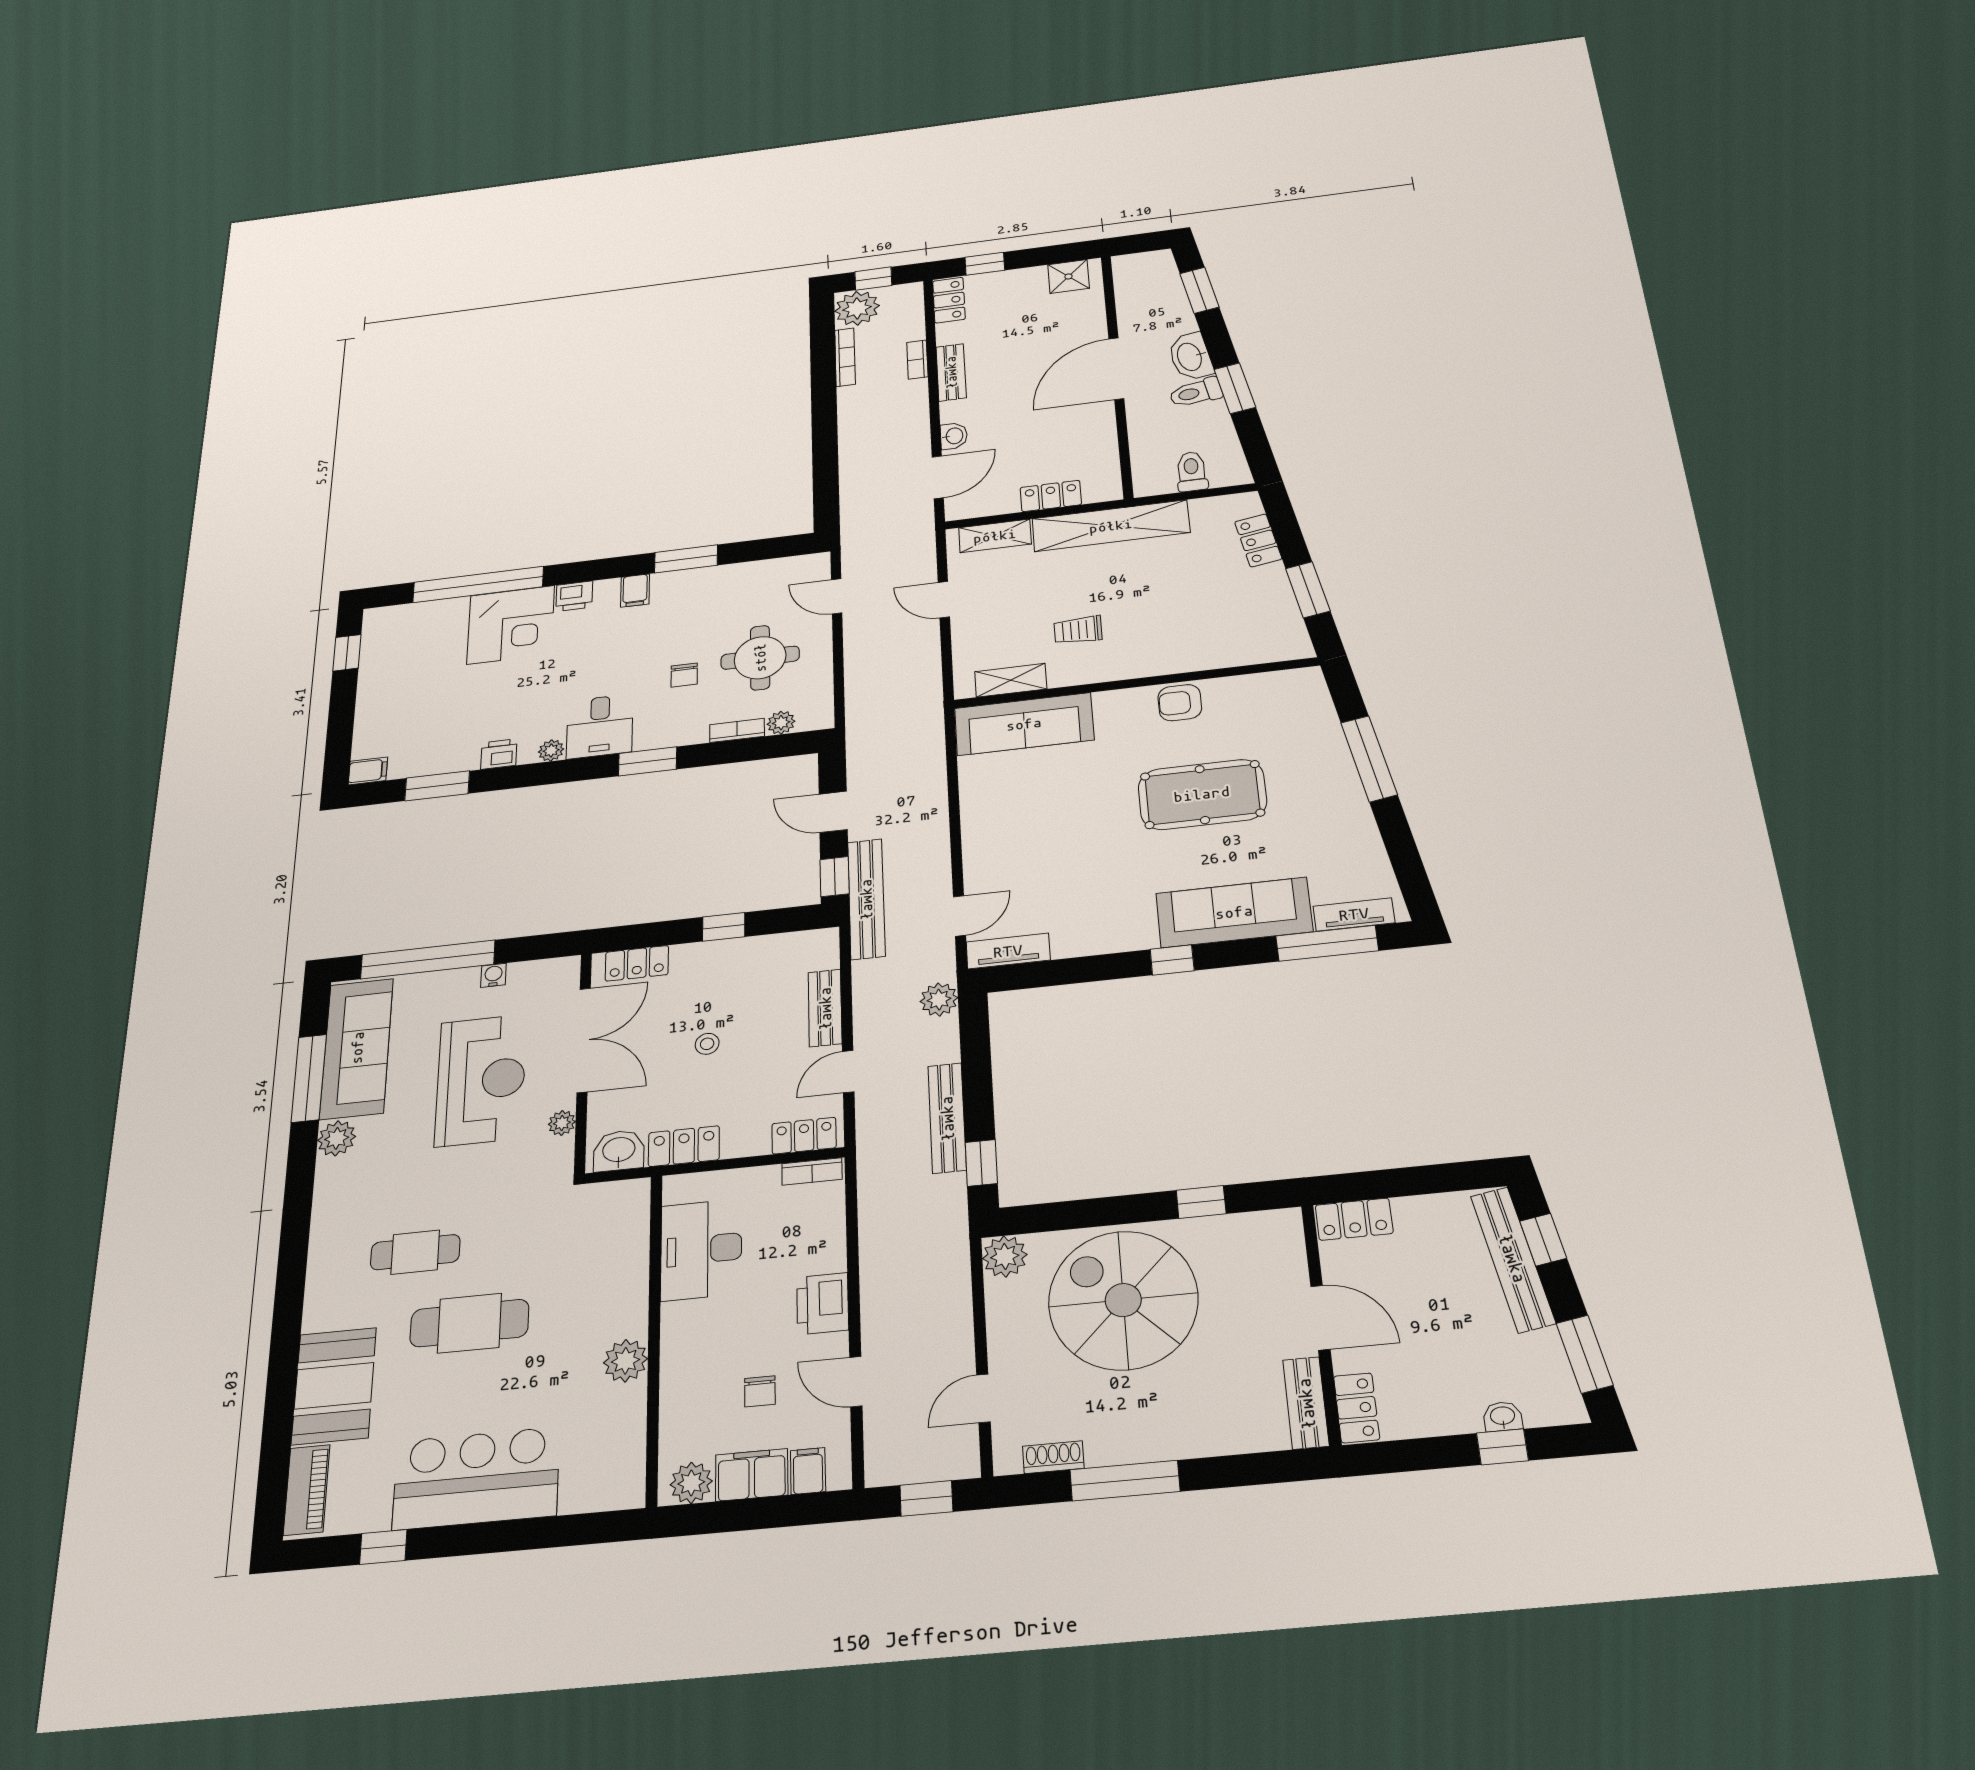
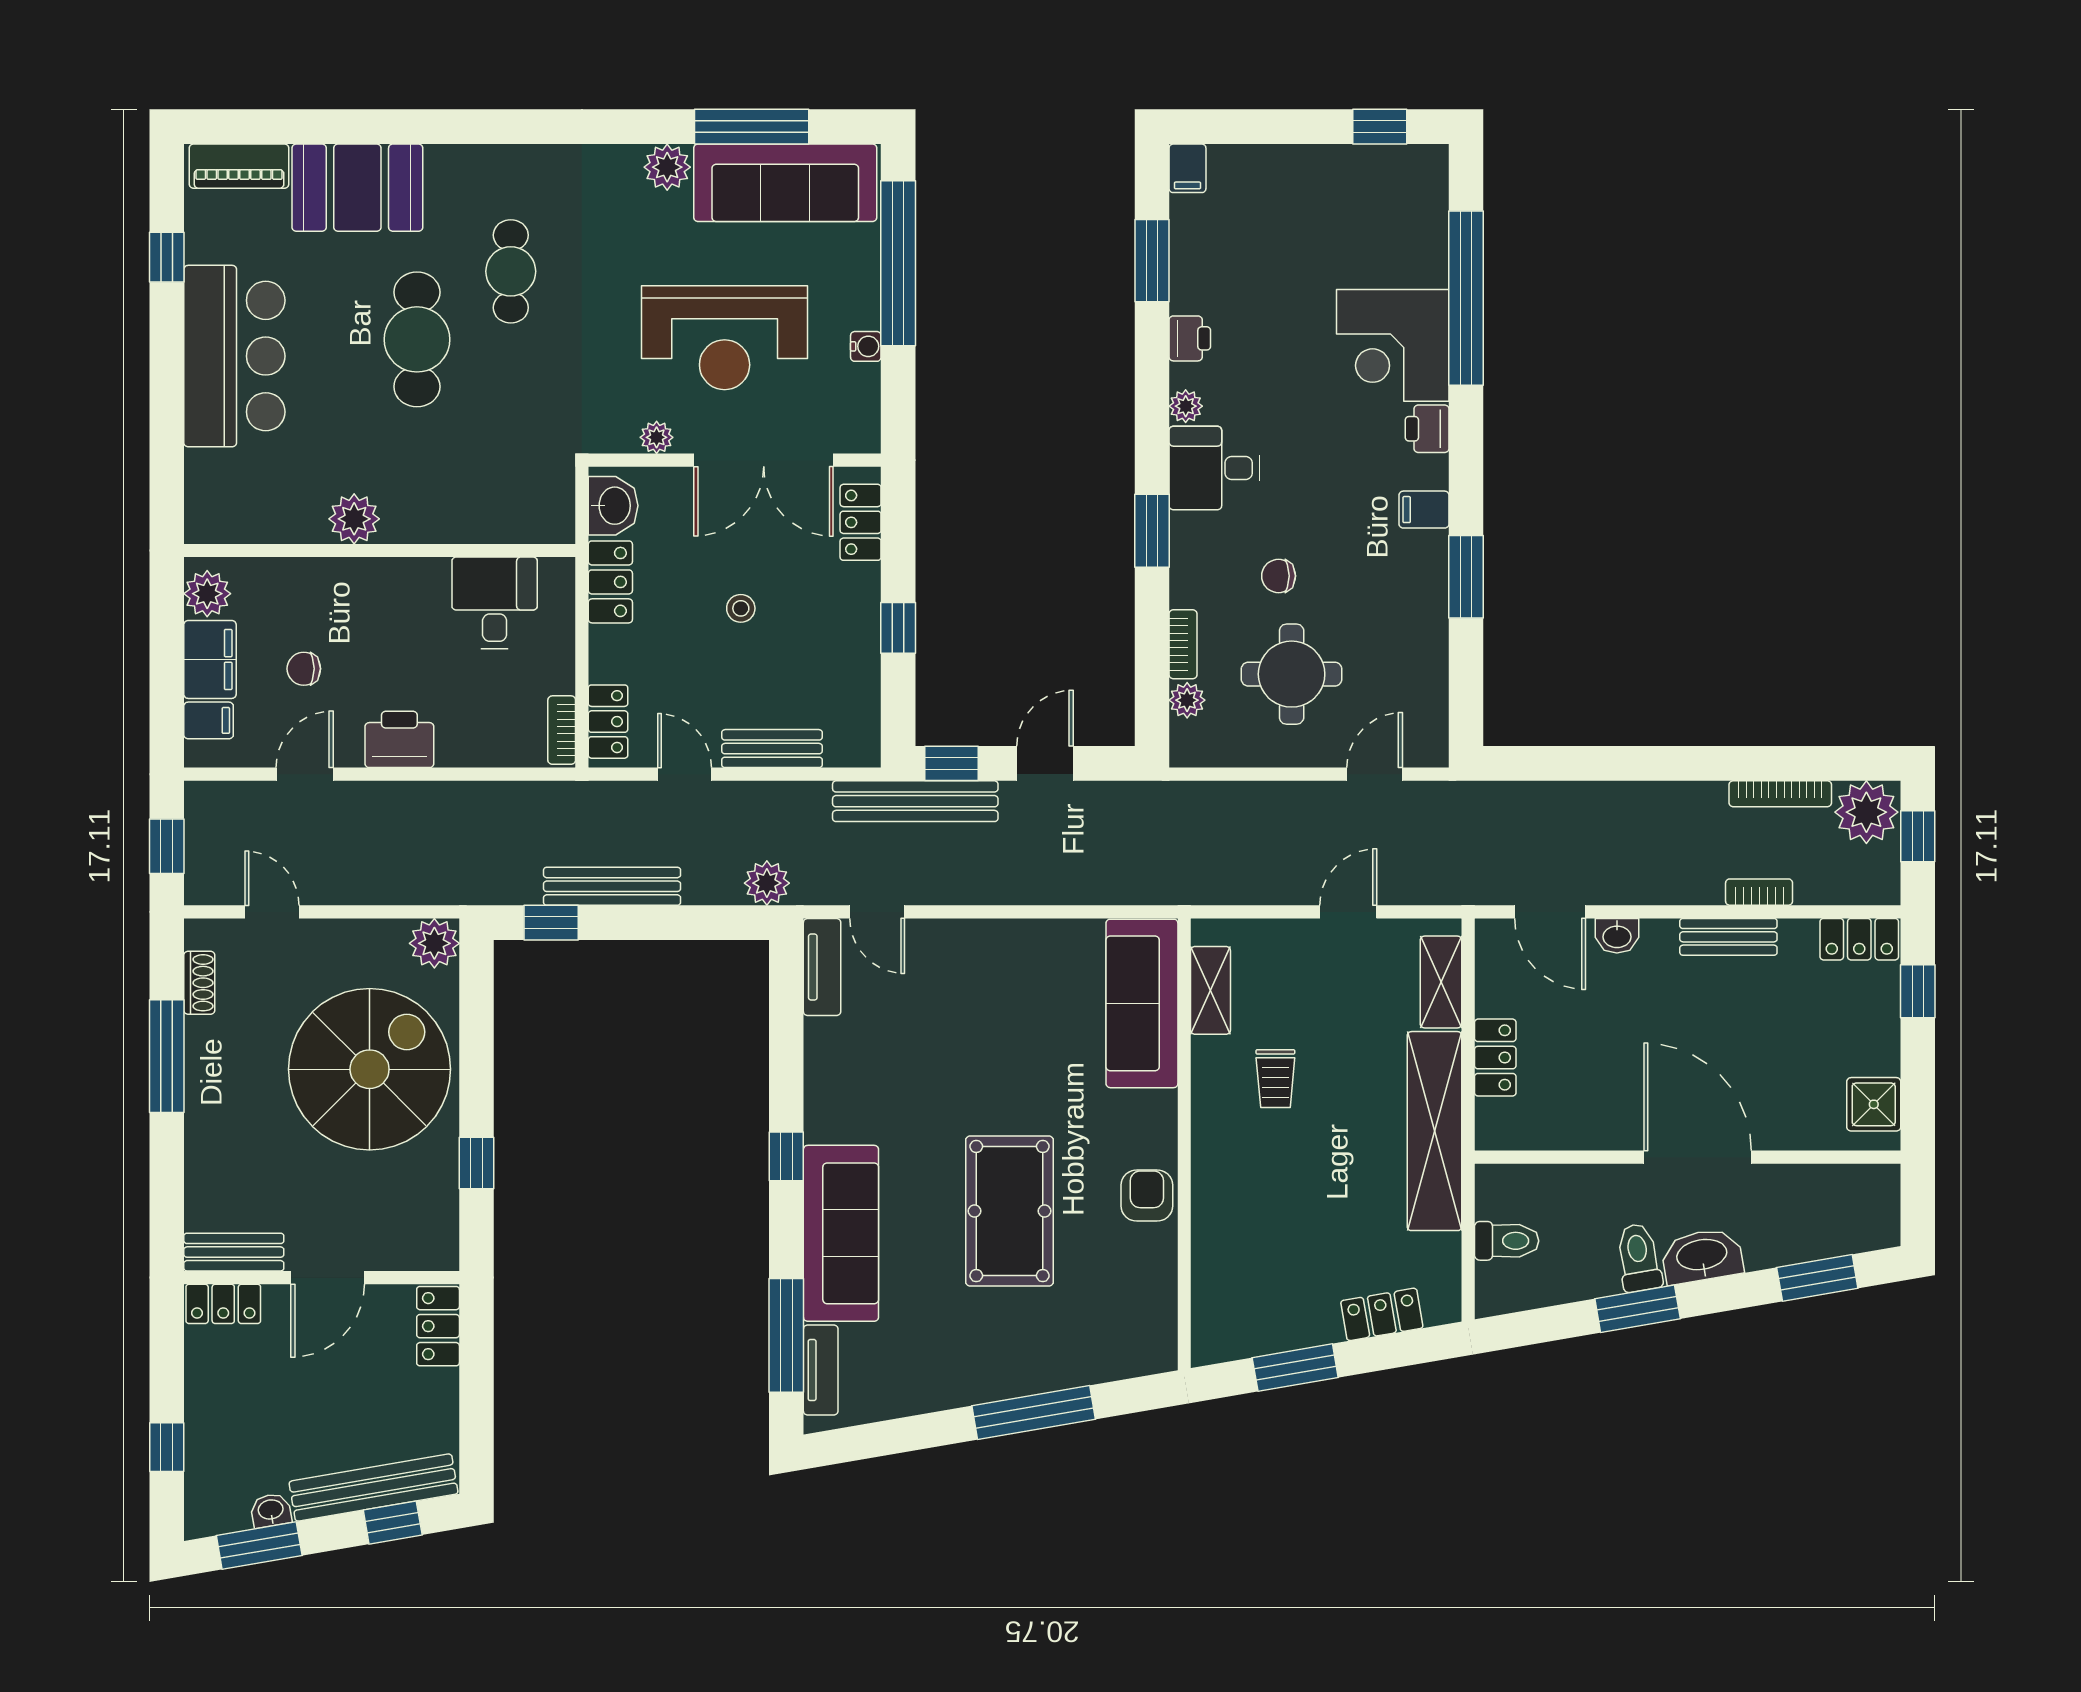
trolley: (1078, 630) -> (1275, 1079), turned 180
desk: (701, 1250) -> (495, 603), width x0.73
washbasin: (1503, 1416) -> (271, 1510), moved, turned -100

